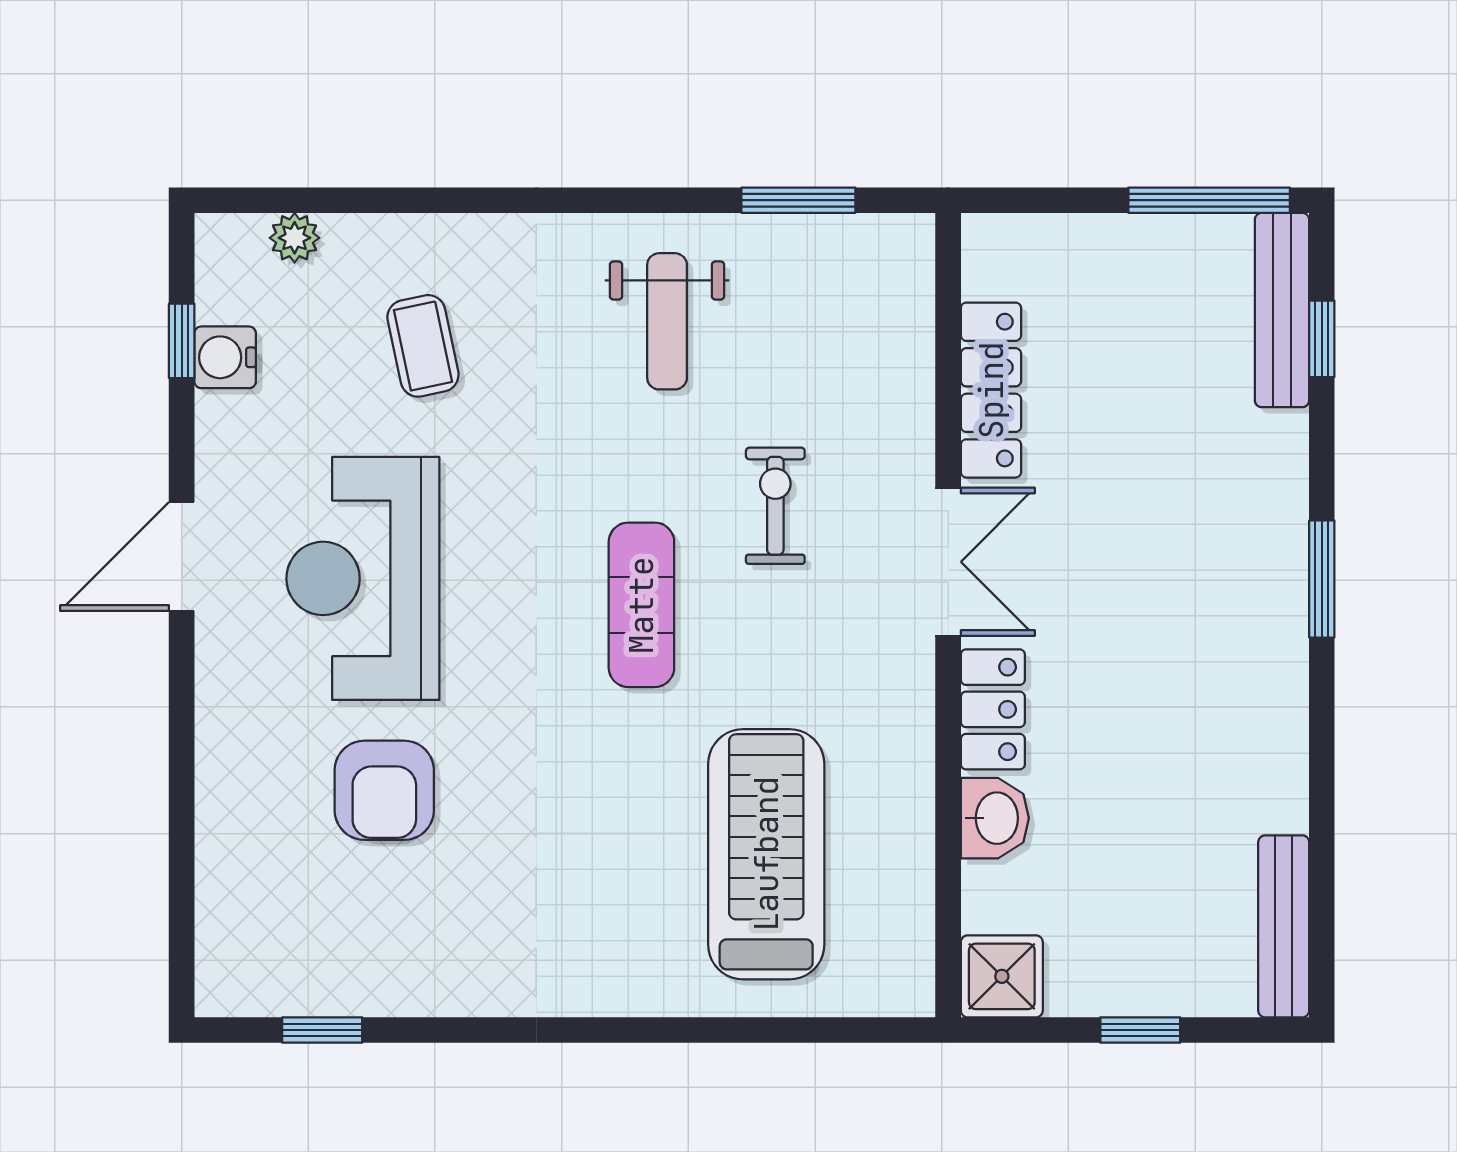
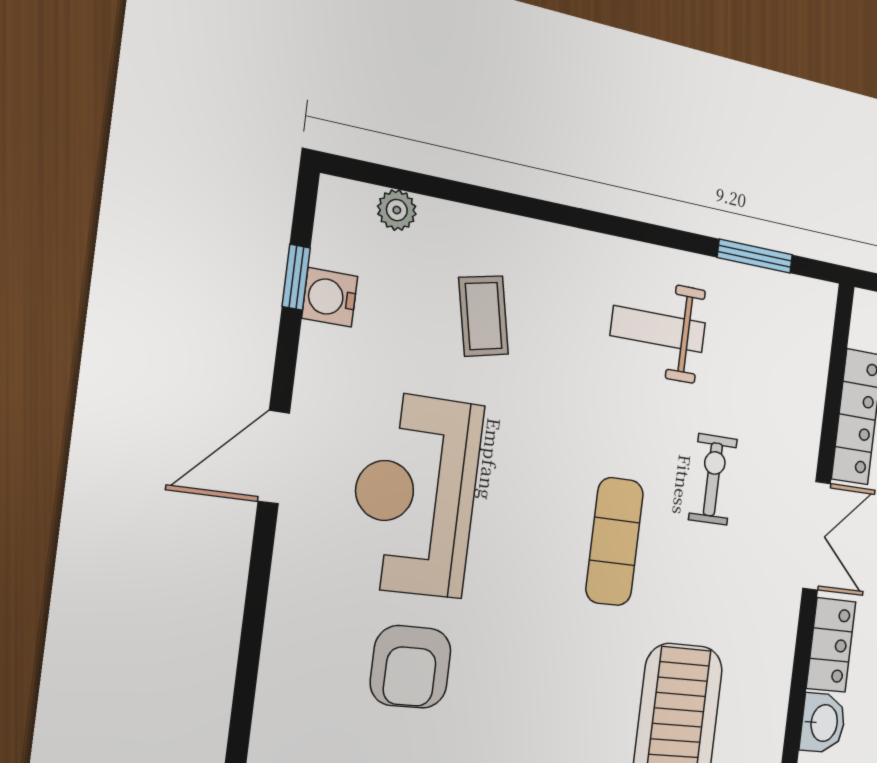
weight bench: (667, 321) -> (658, 329), turned 90

